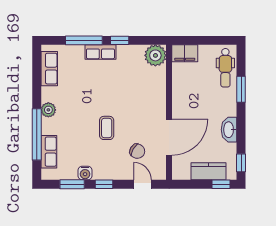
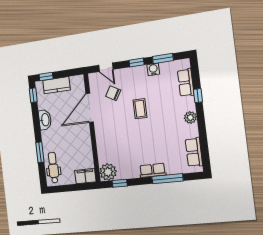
window: (120, 40) -> (120, 183), moved
window: (37, 134) -> (198, 96), width x0.32

